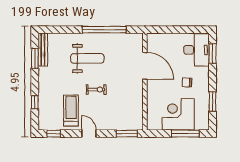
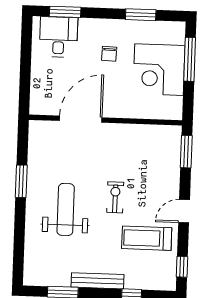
window: (104, 30) -> (21, 181), width x0.47
bench: (43, 50) -> (97, 281), moved
desk: (196, 50) -> (59, 37), width x0.73

